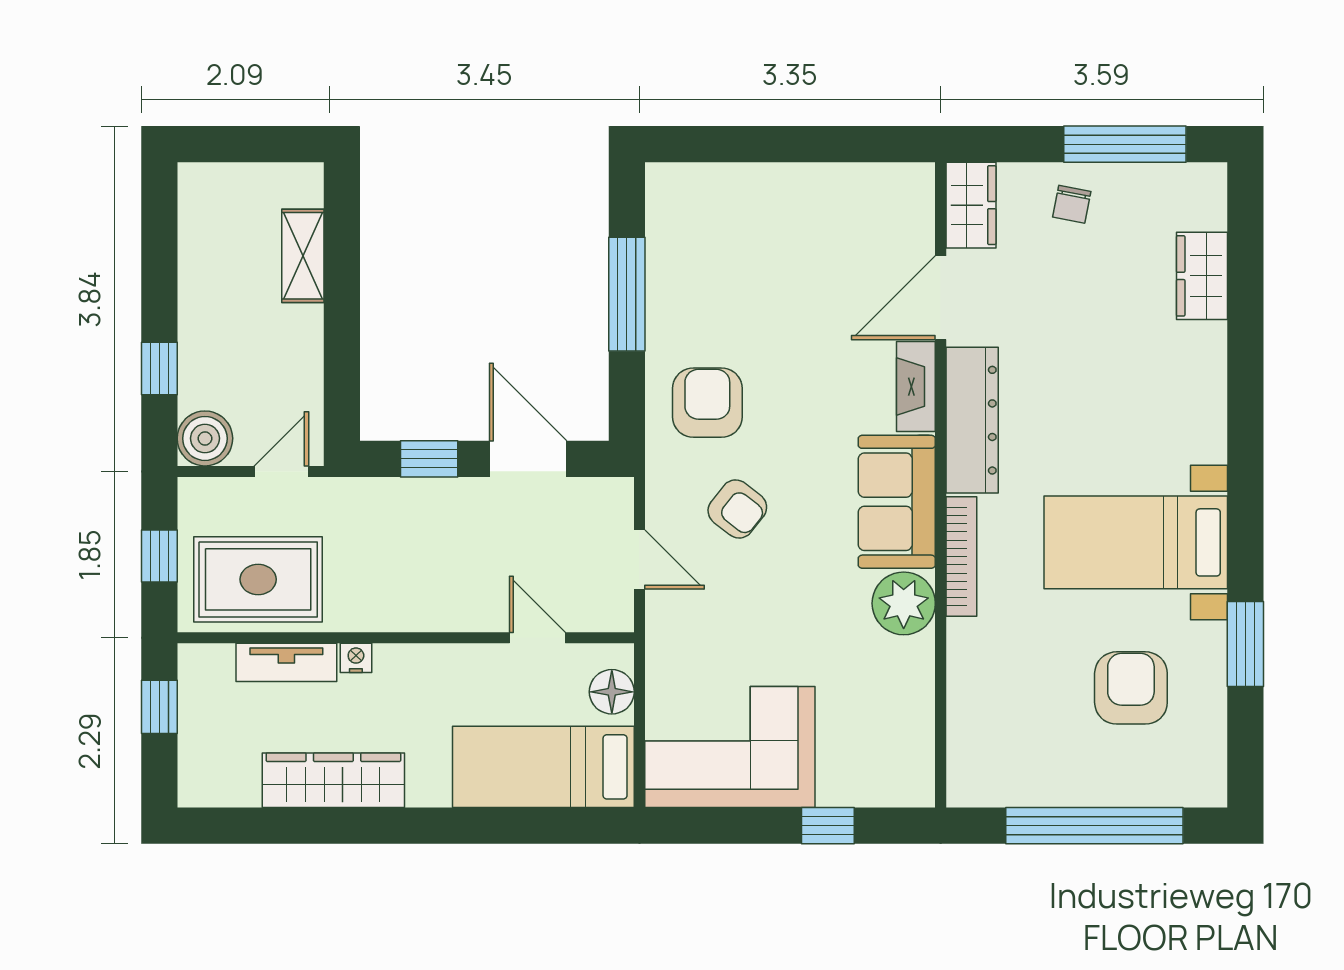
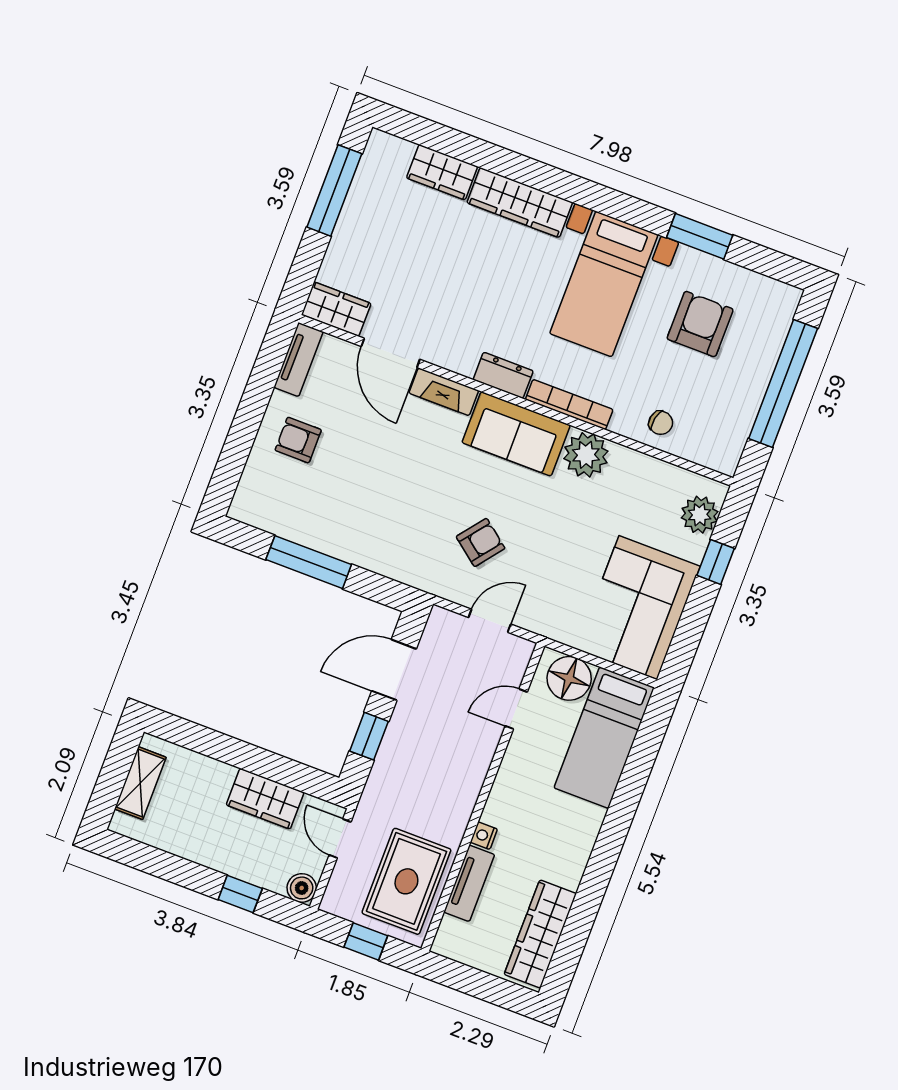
tv unit: (886, 181) -> (298, 360), added
chair: (1072, 204) -> (661, 423), moved
shelving: (303, 256) -> (140, 783), moved, turned 90
wardrobe: (296, 354) -> (265, 799), added
wardrobe: (1201, 392) -> (520, 203), added
armchair: (707, 403) -> (298, 440), moved, width x0.72, depth x0.72
dresser: (972, 420) -> (503, 375), width x0.51, depth x0.80
boiler: (205, 438) -> (302, 888), width x0.73, depth x0.73
armchair: (1131, 688) -> (700, 324), turned 90
floor lamp: (612, 692) -> (569, 678), width x1.38, depth x1.38
window: (159, 707) -> (467, 980), removed
wardrobe: (333, 780) -> (540, 934), moved
plant: (882, 781) -> (700, 515), added

